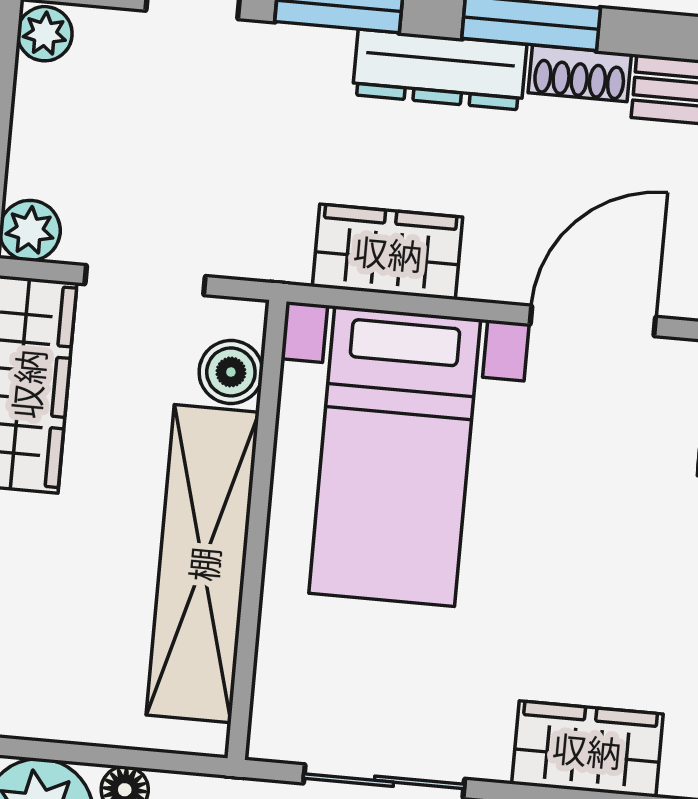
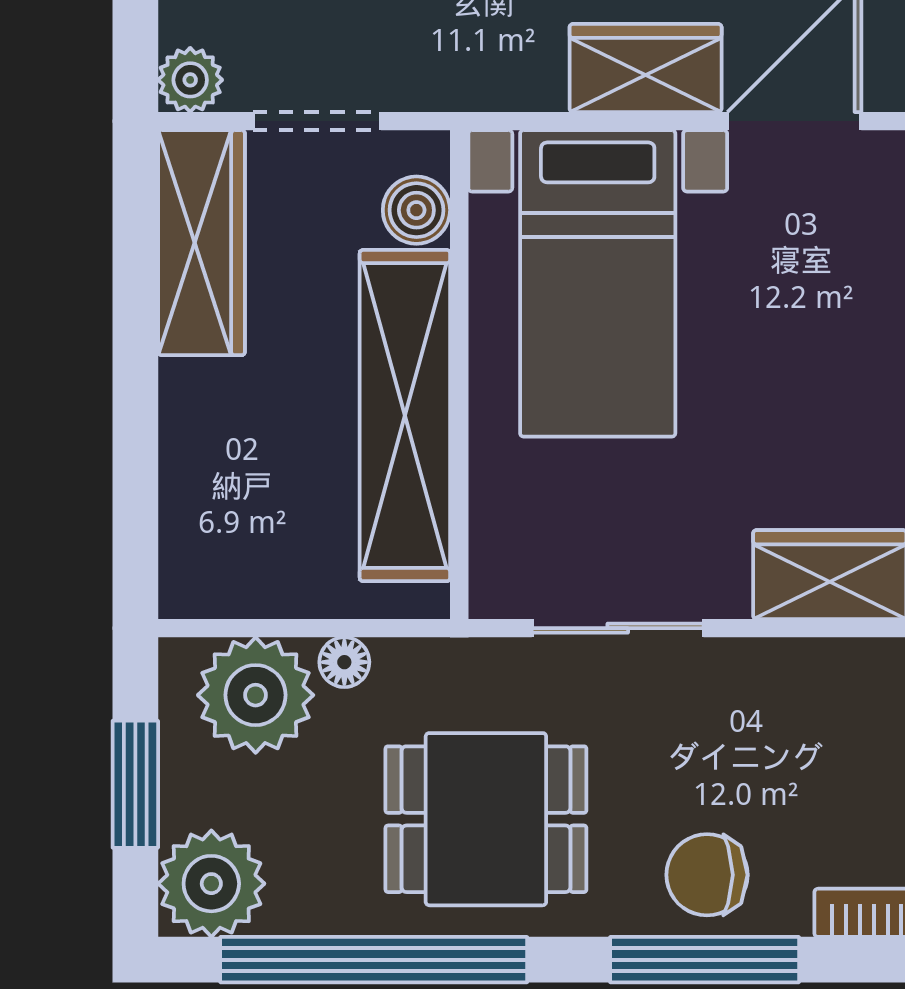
wardrobe: (388, 252) -> (646, 68), moved

